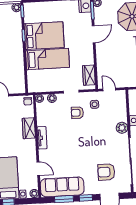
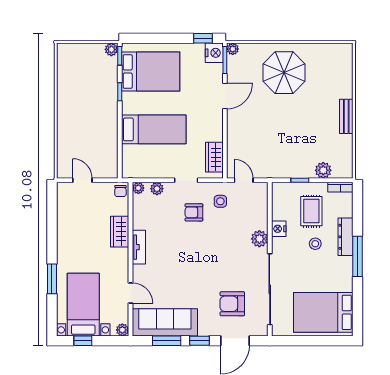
bed: (44, 36) -> (151, 71), moved

